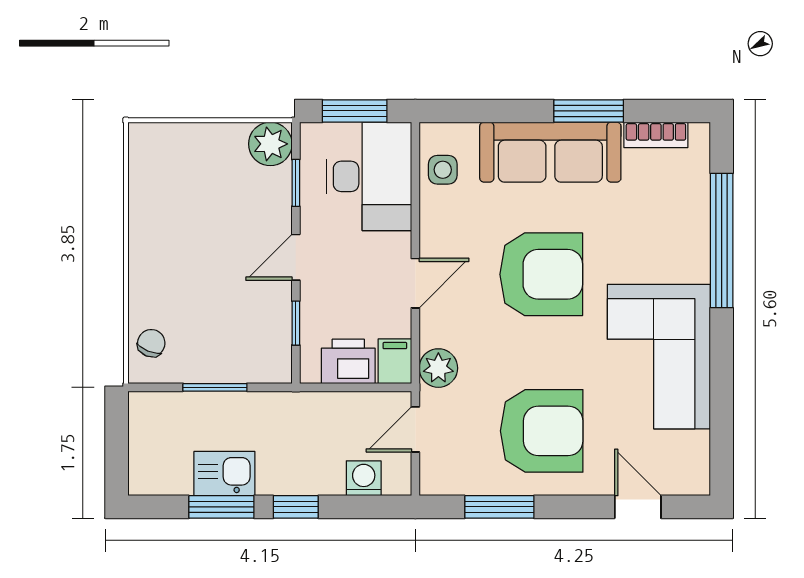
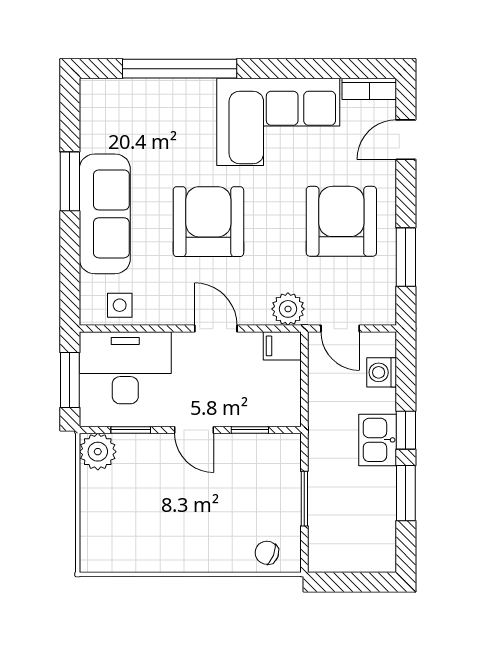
bookcase: (656, 135) -> (369, 89), moved, turned 90
printer: (348, 361) -> (282, 385), removed
kitchen sink: (224, 474) -> (378, 440), moved

